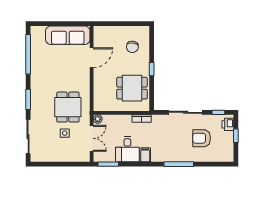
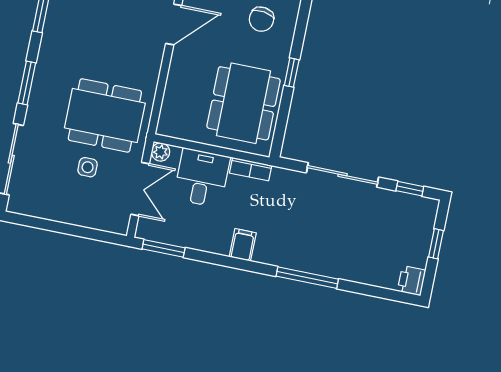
dining table: (132, 88) -> (243, 103), width x1.38
dining table: (68, 107) -> (105, 115), width x1.38
printer: (228, 124) -> (411, 281), moved
armchair: (202, 138) -> (365, 234), removed
desk: (127, 149) -> (202, 178), moved, turned 180

